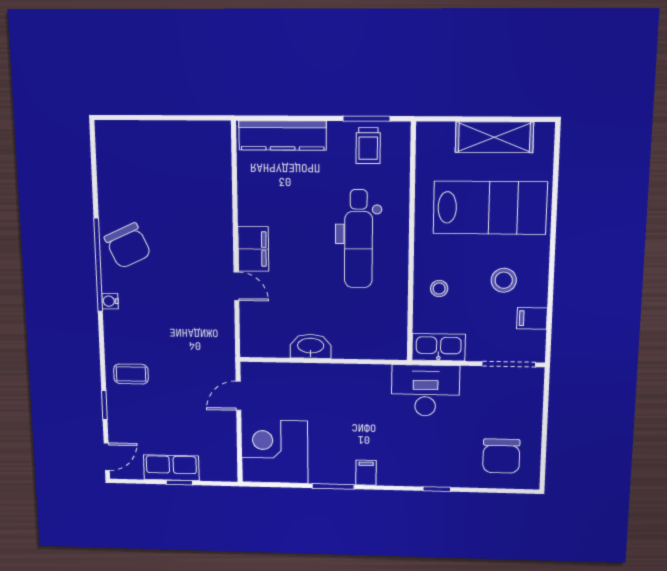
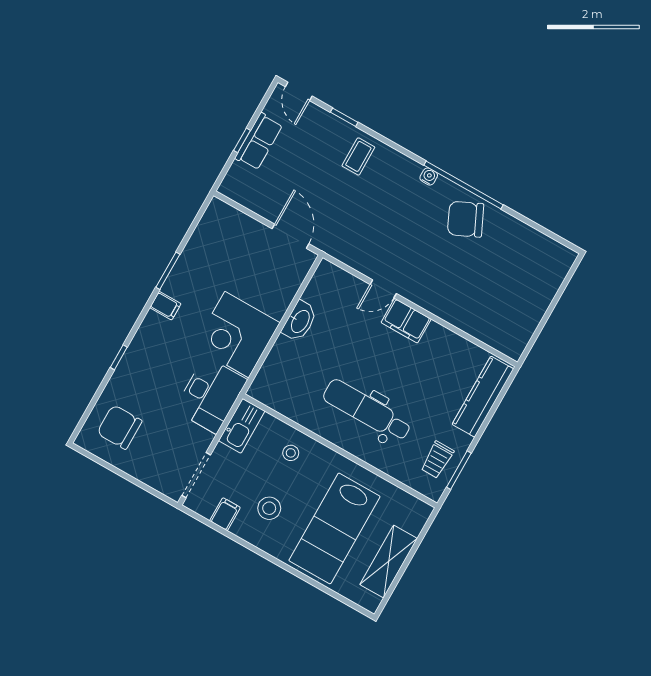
trolley: (368, 146) -> (437, 460), turned -90
door: (238, 396) -> (290, 236), width x1.38
corner desk: (275, 452) -> (237, 335), moved, turned 180

